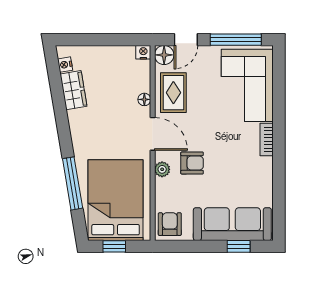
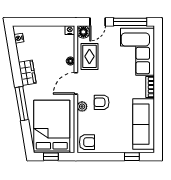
wardrobe: (74, 90) -> (27, 73), moved
door: (153, 134) -> (76, 83), swing flipped
armchair: (192, 163) -> (102, 102), turned 180
window: (73, 183) -> (22, 104), moved
armchair: (170, 224) -> (87, 142), turned 90
sofa: (232, 224) -> (144, 124), moved, turned -90

